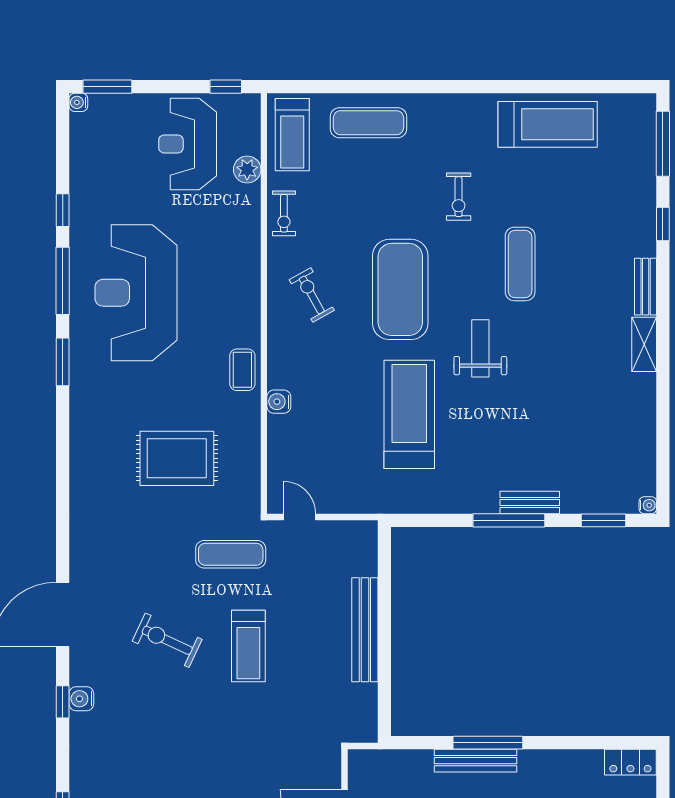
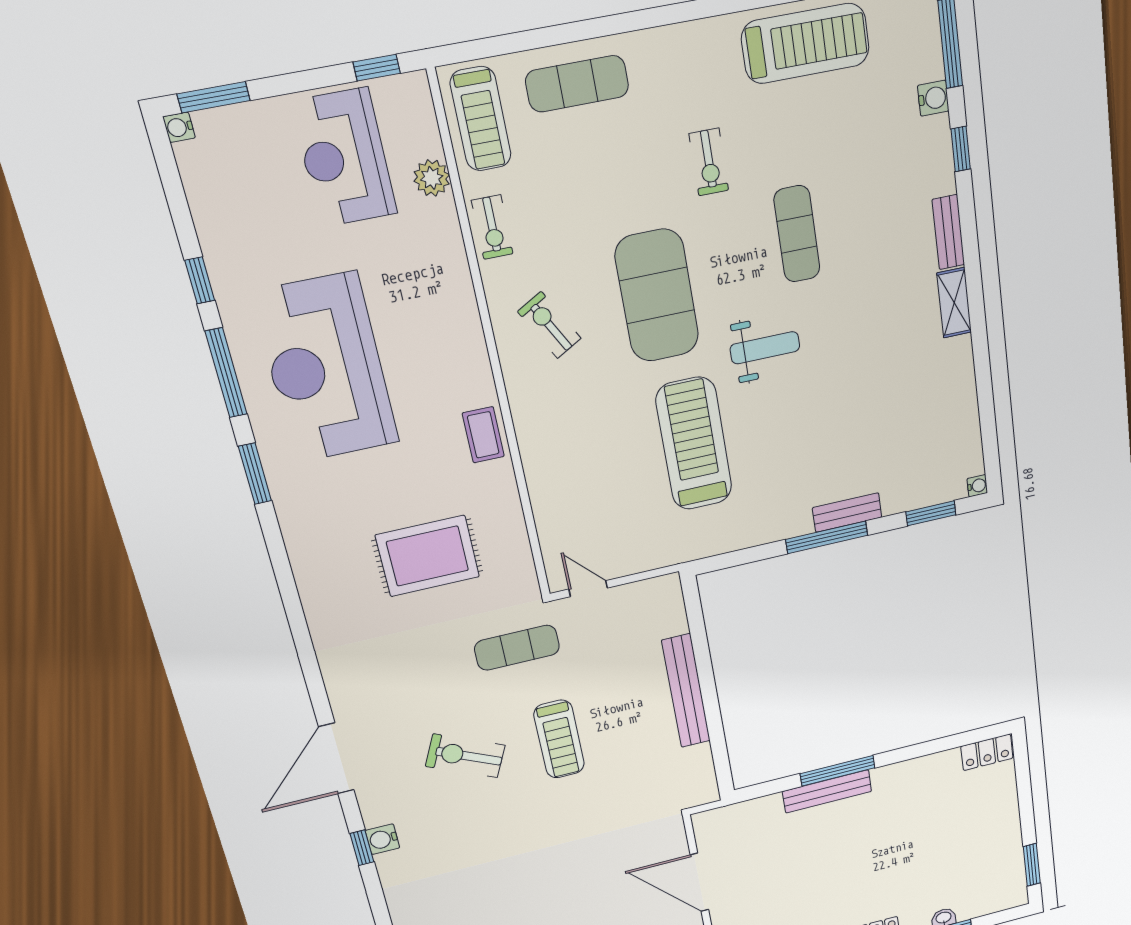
weight bench: (480, 348) -> (765, 348), turned 90
water cooler: (279, 402) -> (933, 98), moved, turned 180

